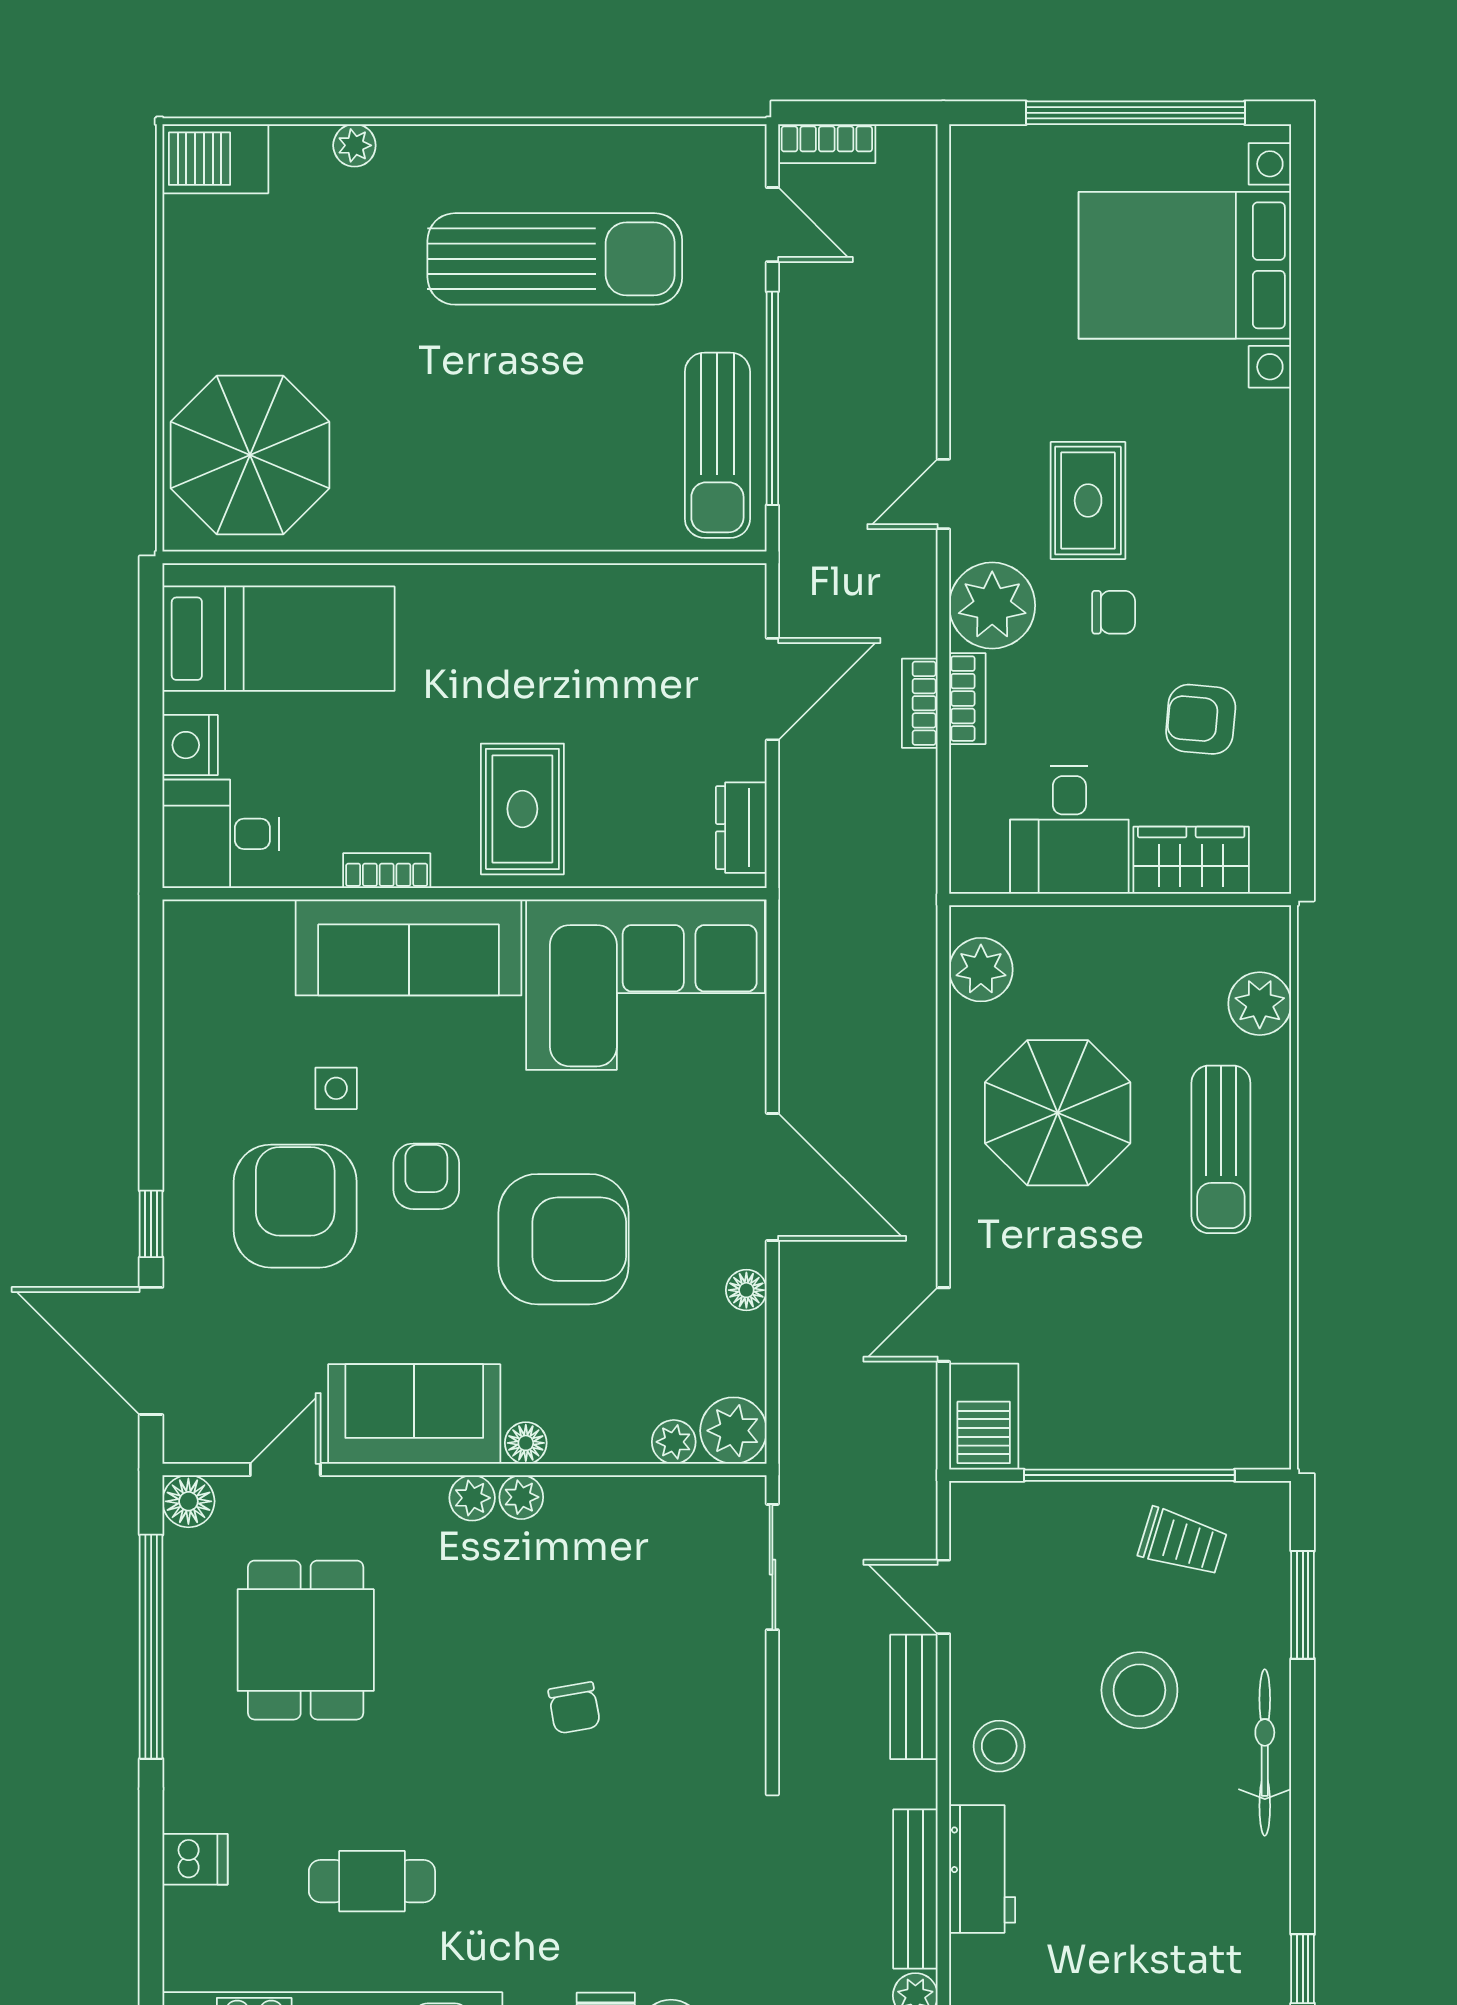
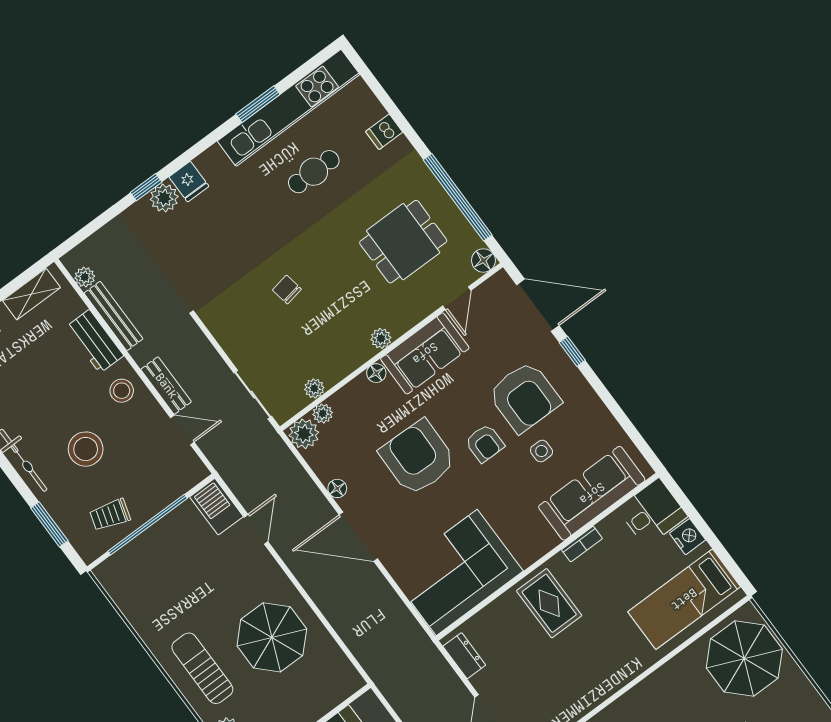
sofa: (409, 947) -> (592, 493), moved
plant: (981, 970) -> (338, 669), removed
armchair: (564, 1239) -> (418, 458), turned 91
plant: (521, 1497) -> (314, 388), moved
dining table: (306, 1640) -> (403, 242), turned 90

